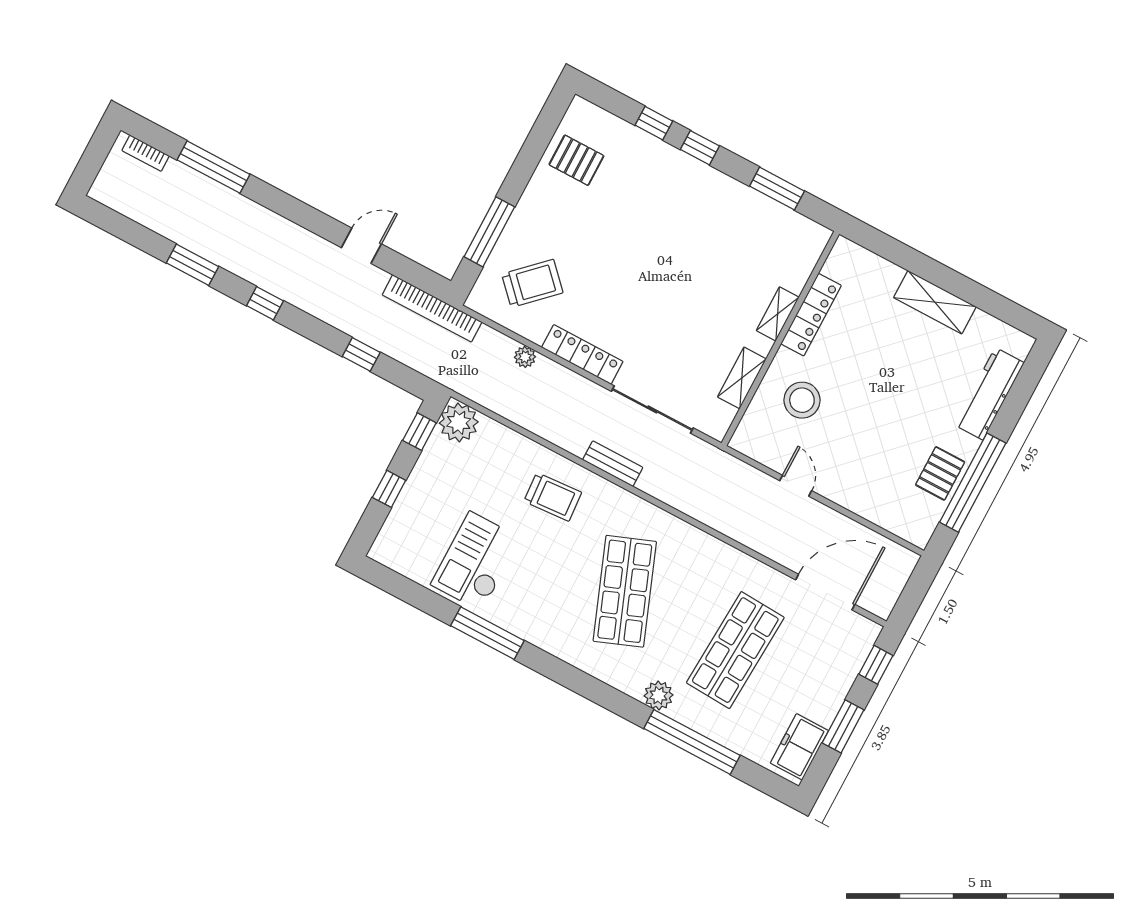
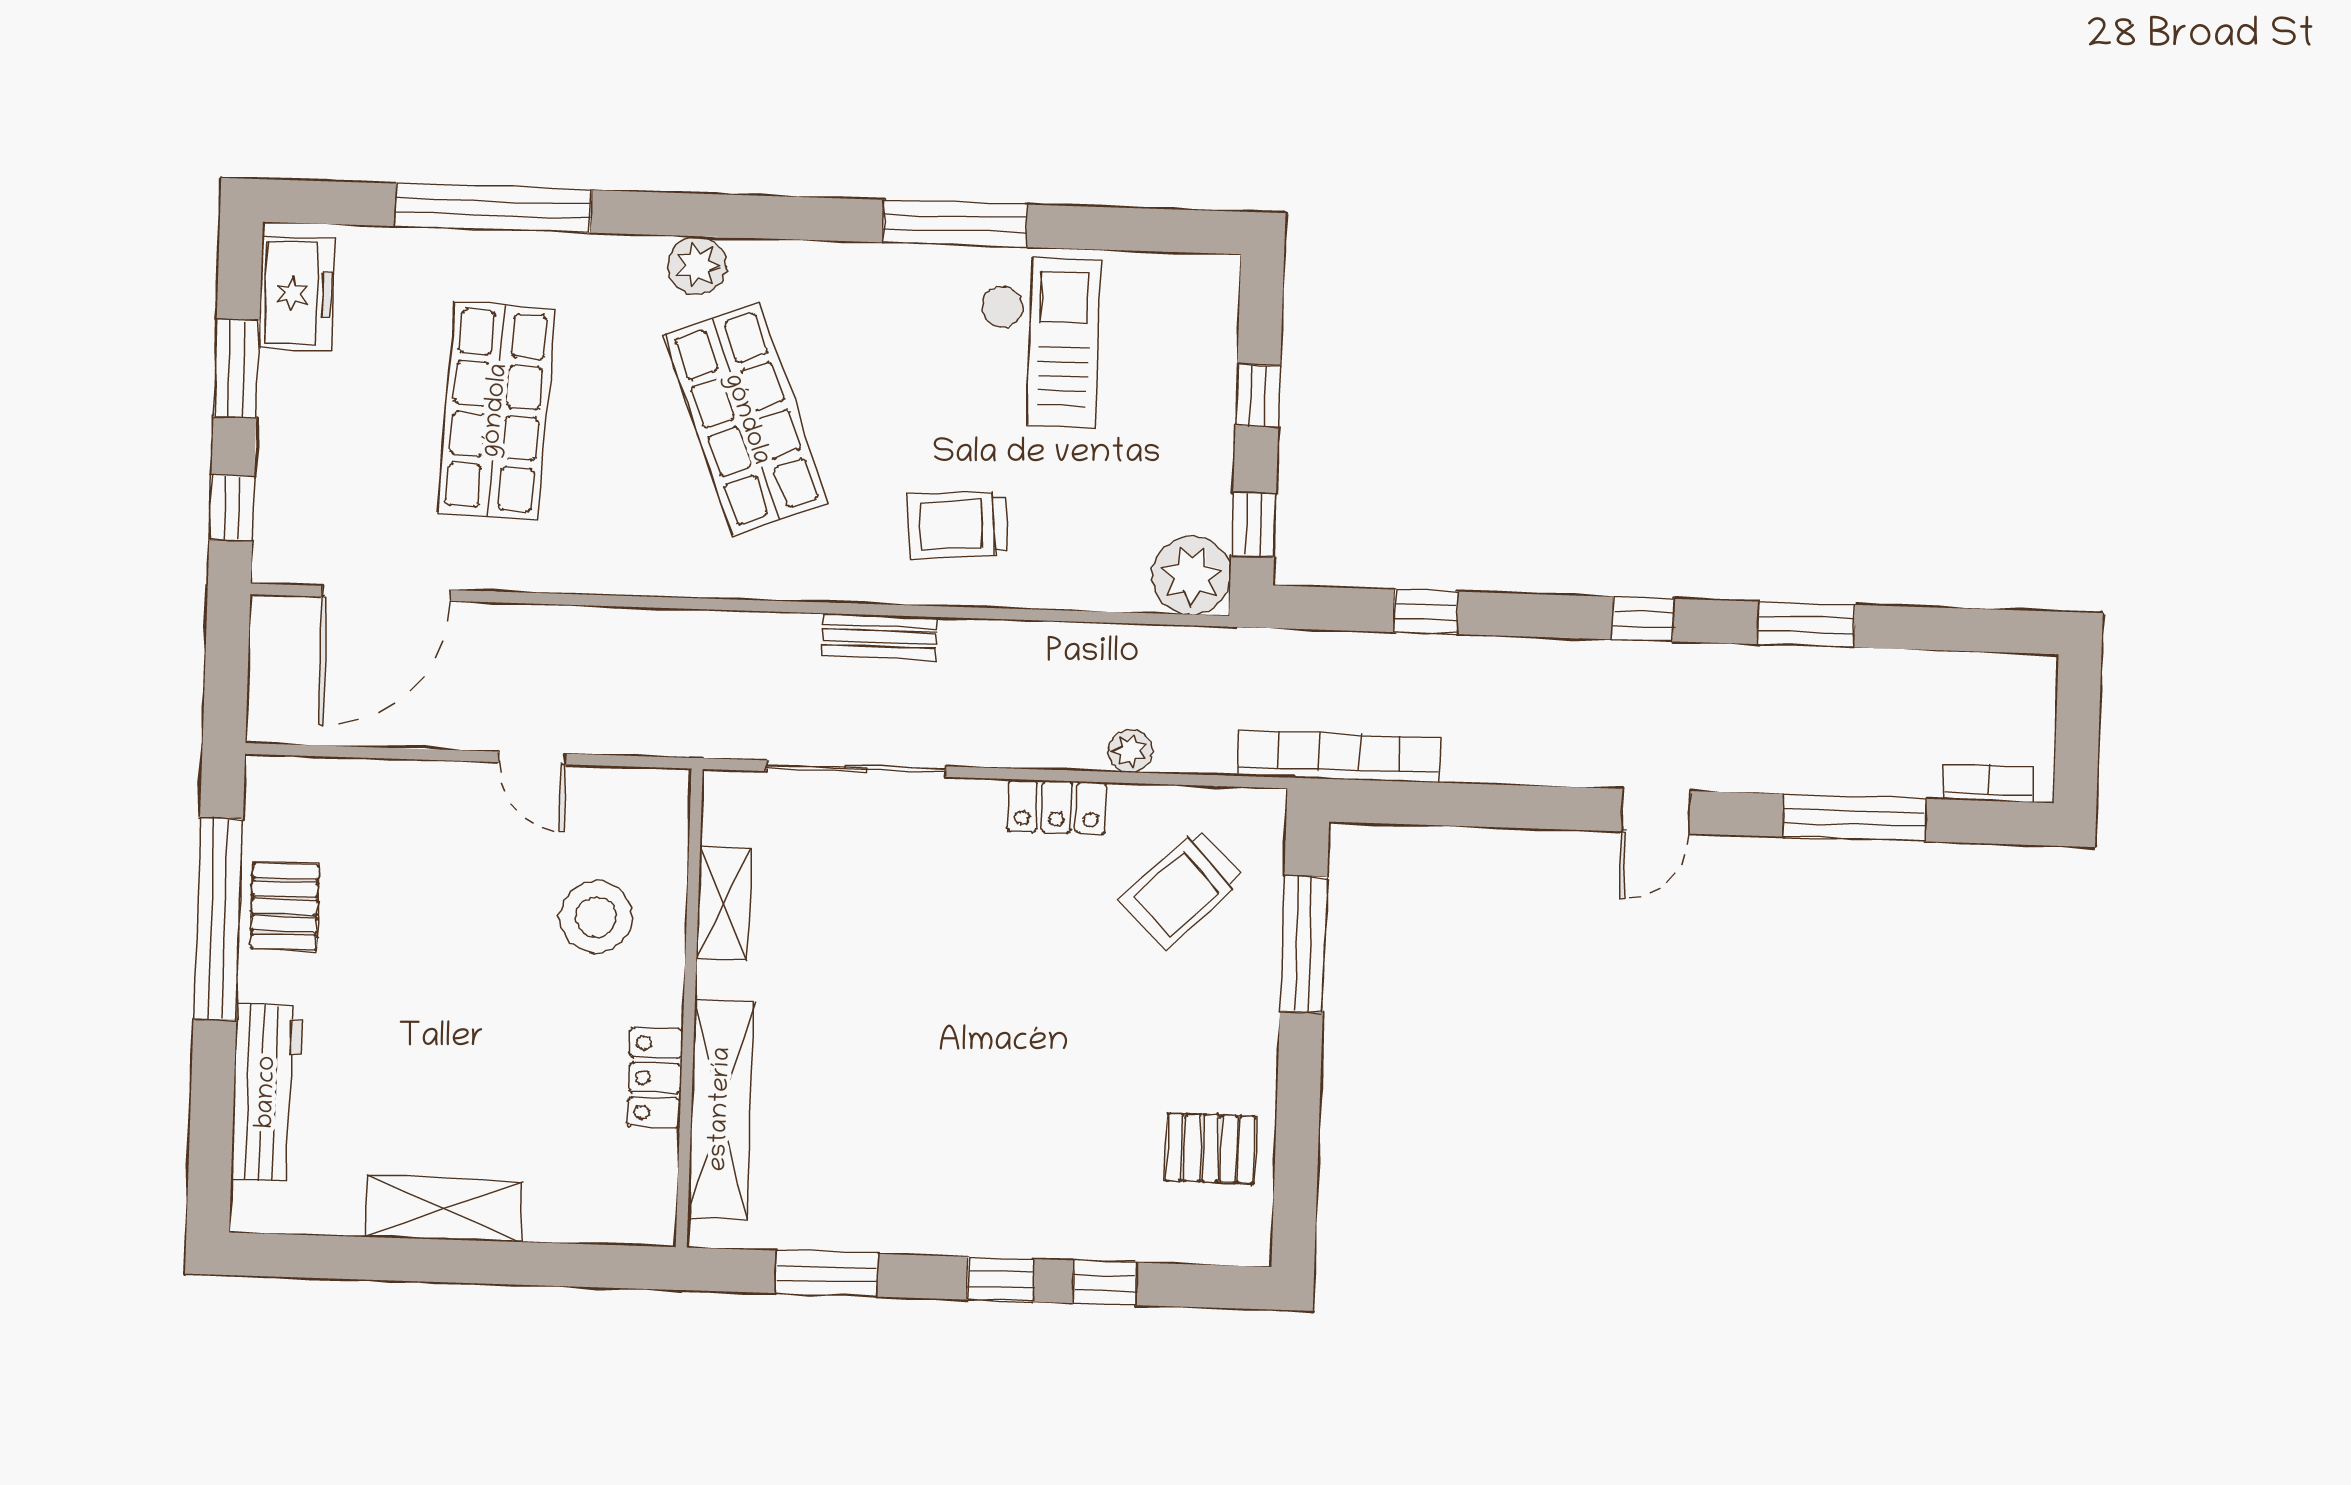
door: (361, 246) -> (1656, 811), moved
shelving: (778, 314) -> (721, 1109), width x2.20, depth x1.33
locker: (811, 315) -> (655, 1078), width x0.66
locker: (582, 354) -> (1057, 807), width x0.66
plant: (659, 695) -> (697, 265), moved

